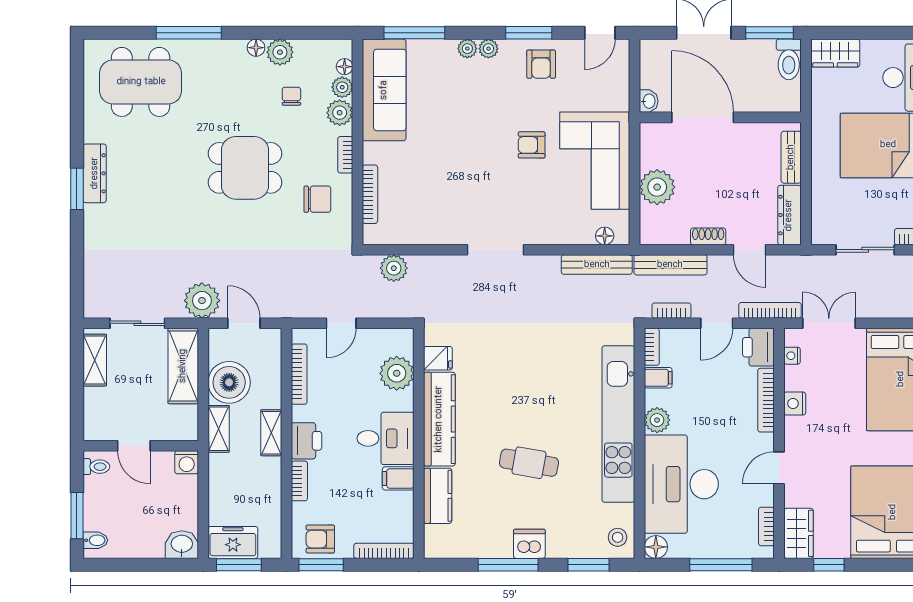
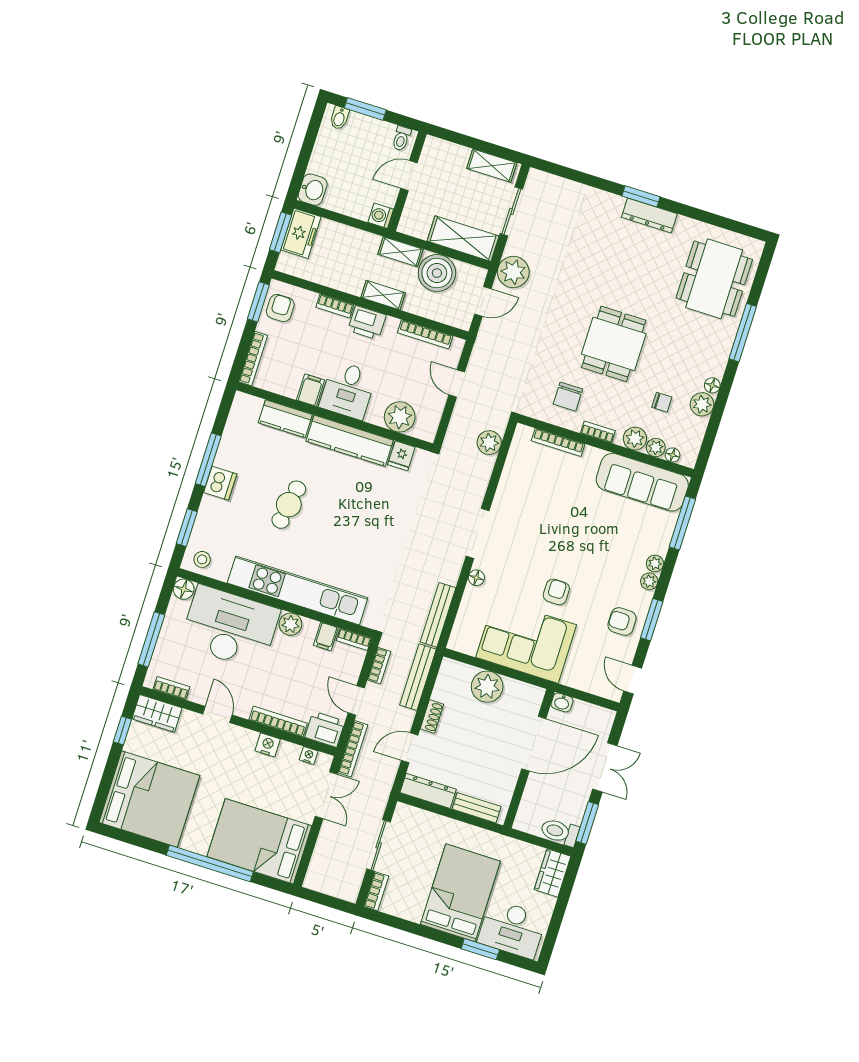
floor lamp: (605, 236) -> (476, 578), moved

